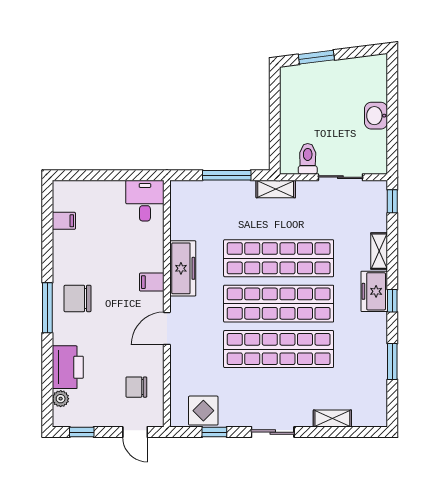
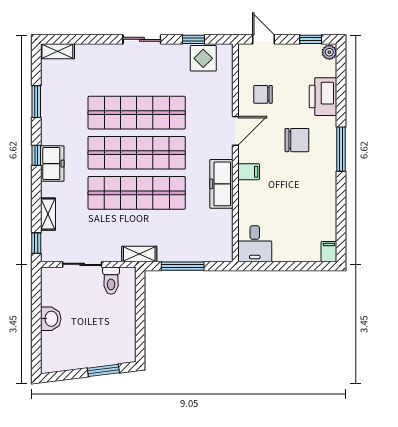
filing cabinet: (64, 221) -> (329, 252), moved, turned 90
shelving: (379, 251) -> (48, 214), moved
chair: (78, 298) -> (297, 140), moved
chair: (136, 387) -> (263, 94), moved, turned 180
plant: (61, 399) -> (329, 52), moved
shelving: (332, 419) -> (57, 51), moved

